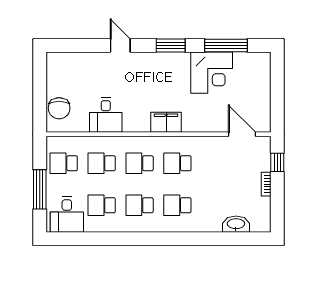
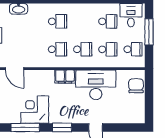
desk: (106, 115) -> (96, 85), width x1.87, depth x1.30
school desk: (140, 205) -> (83, 21), removed

